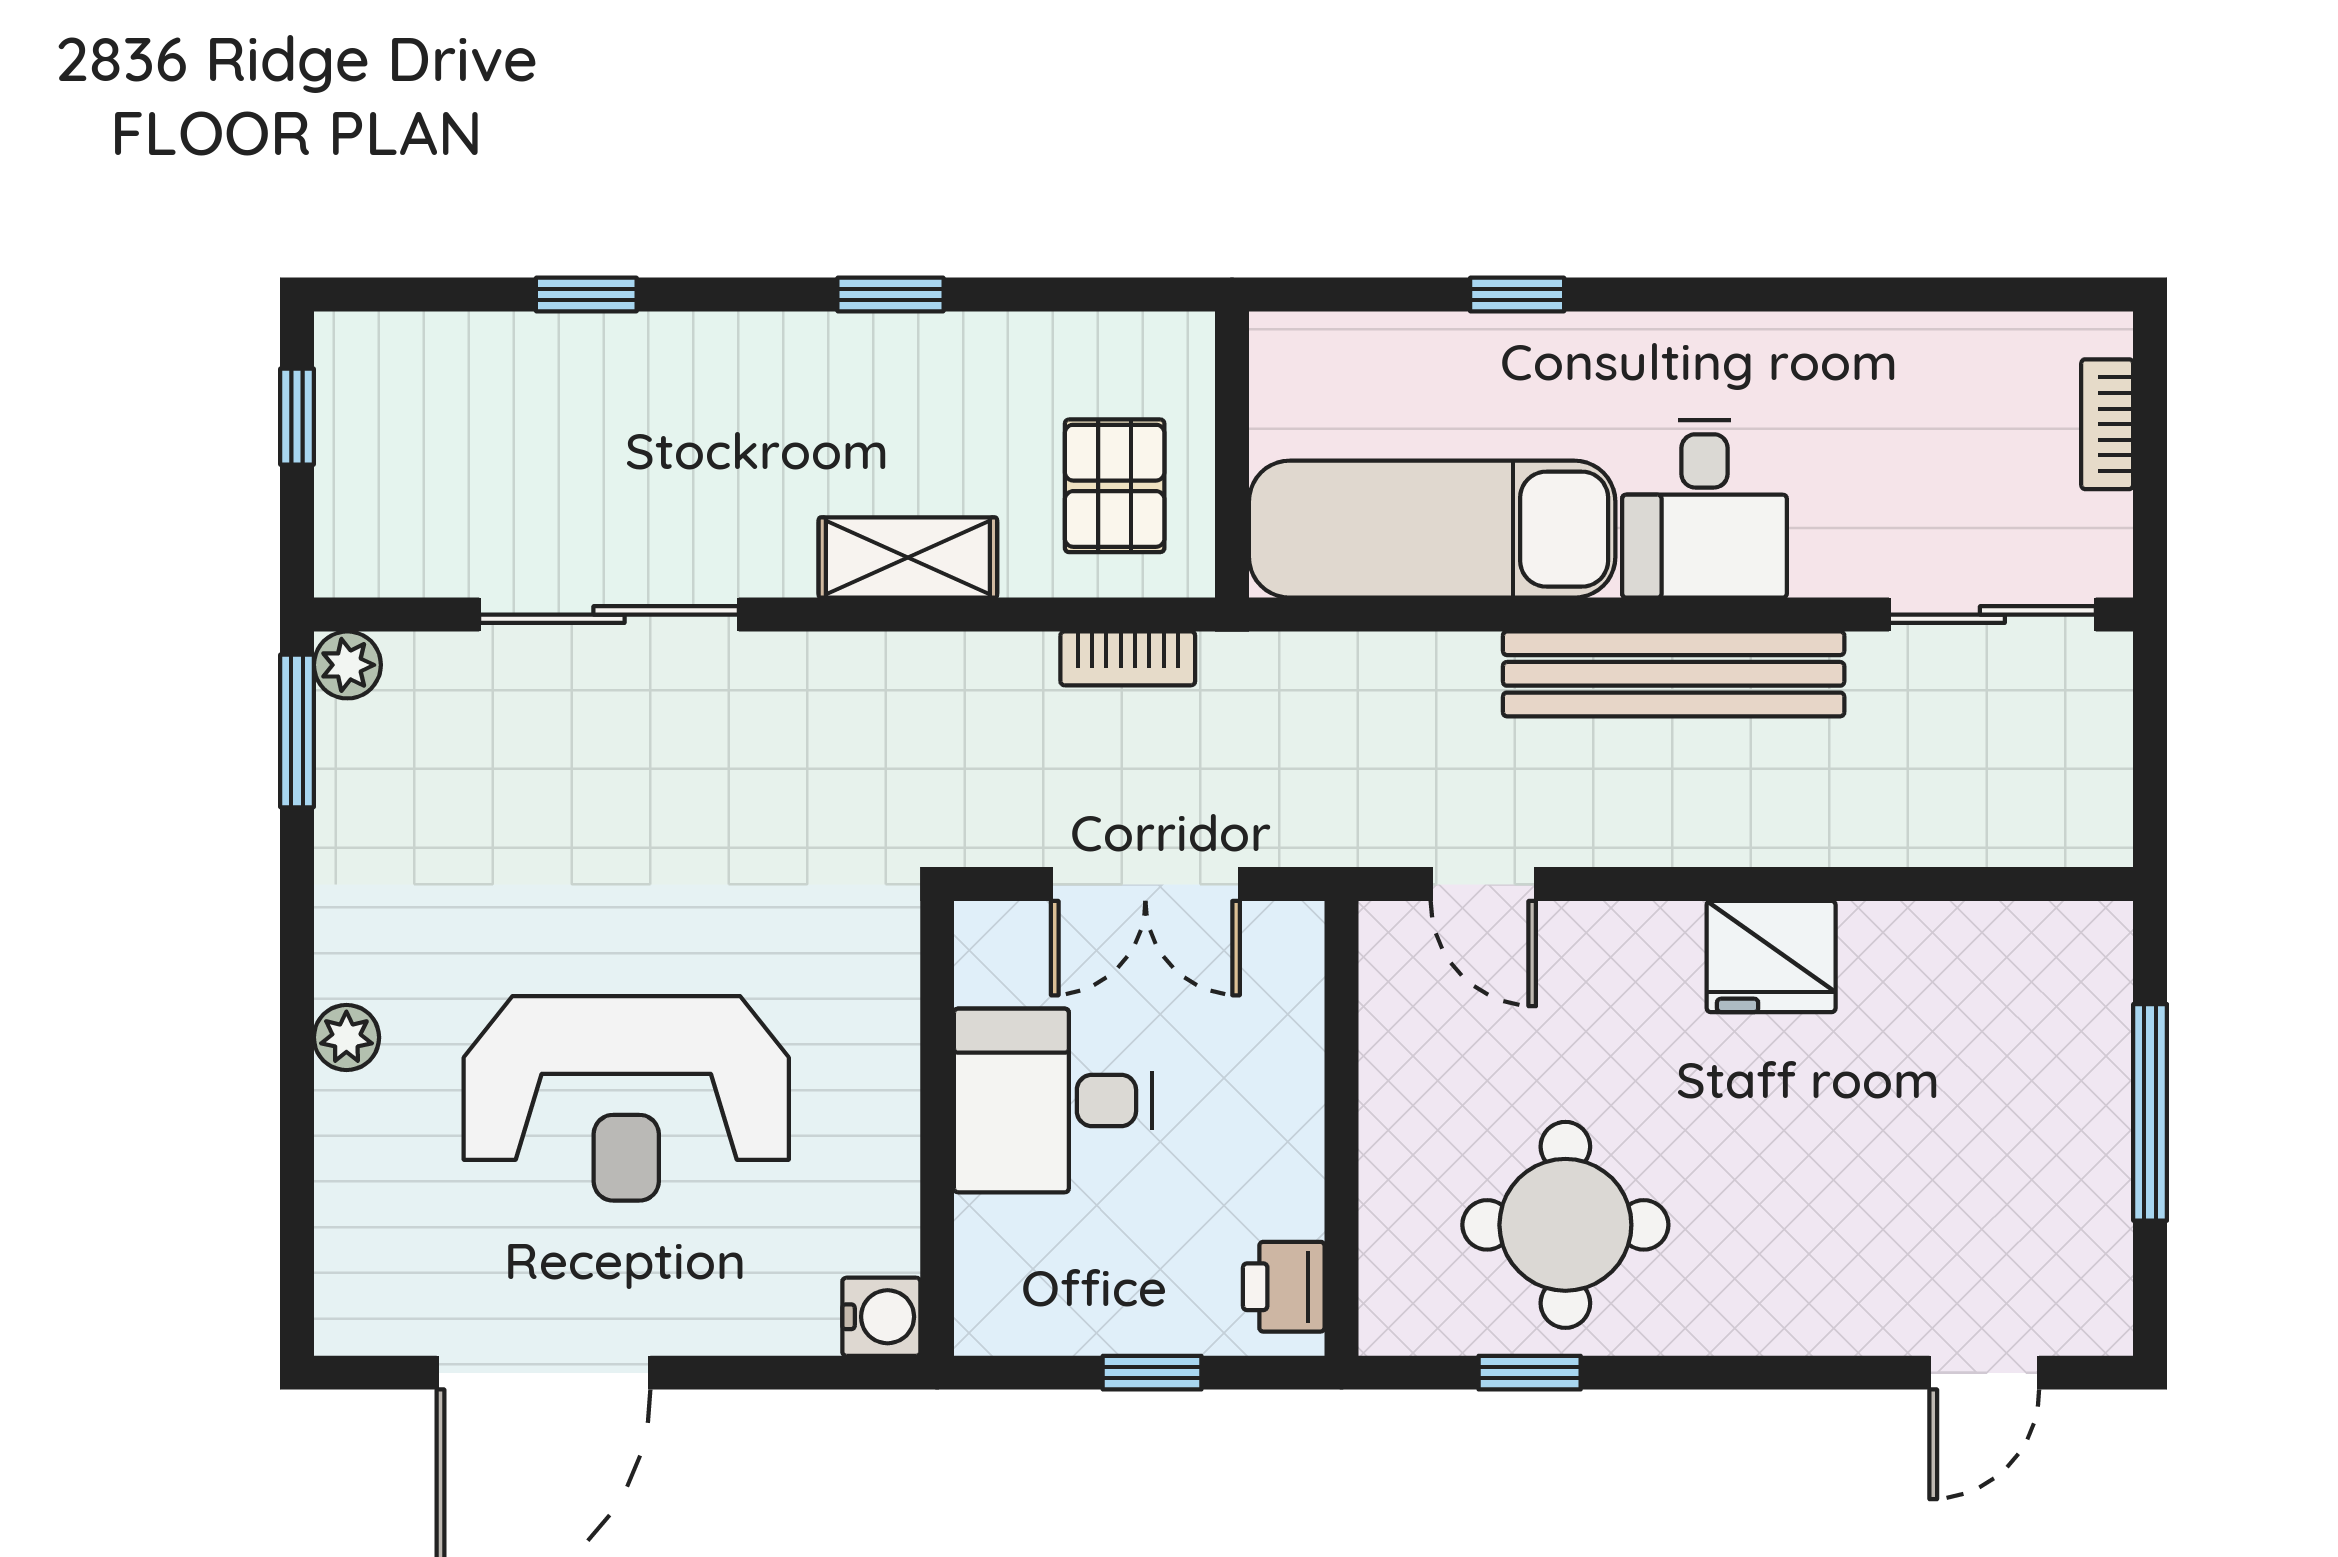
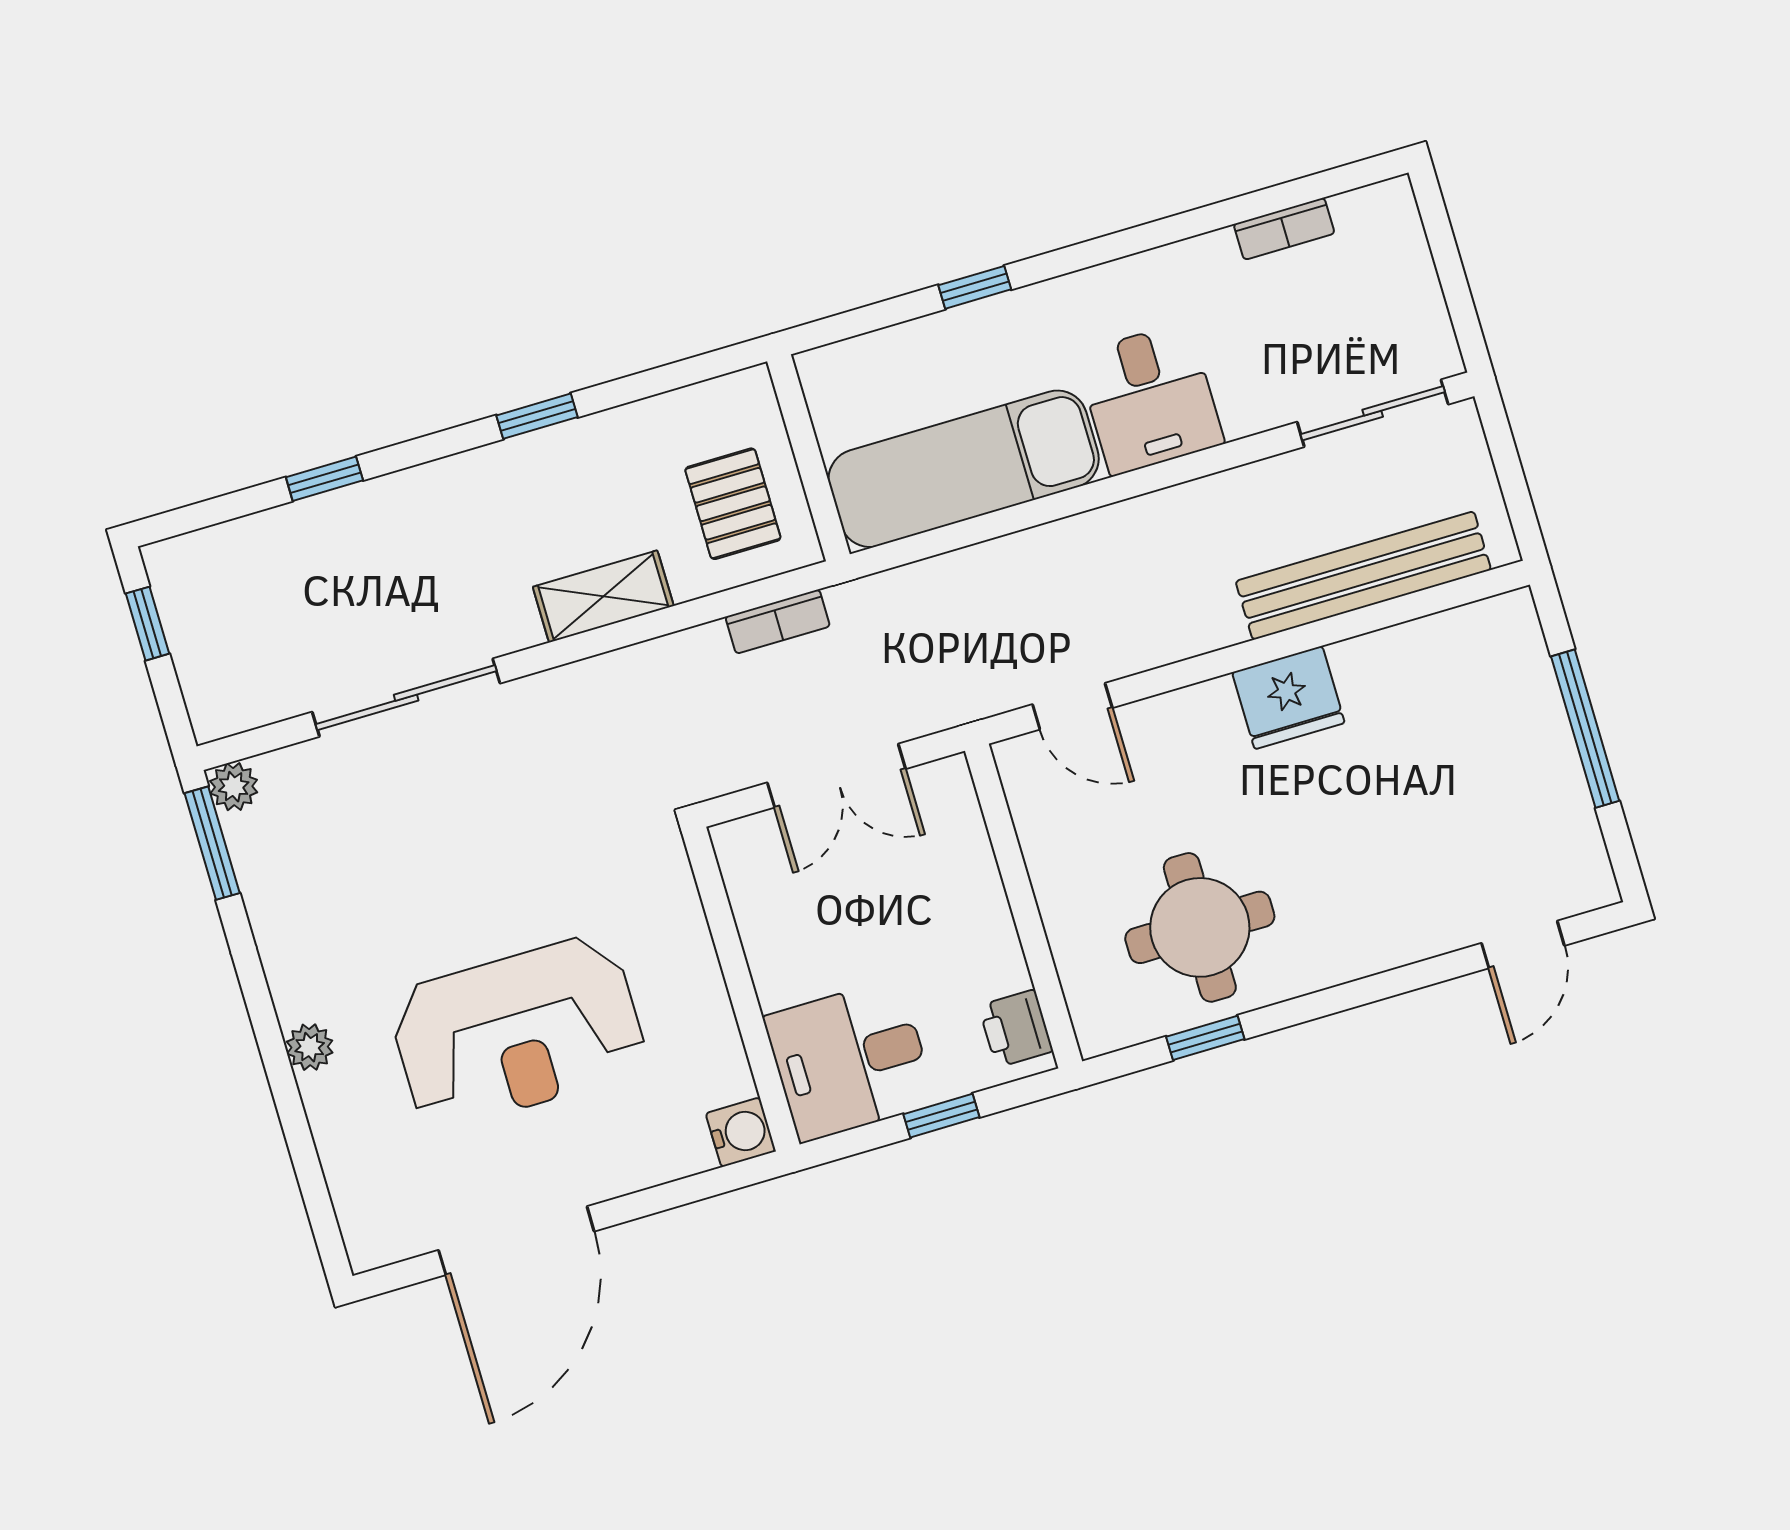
bookcase: (2107, 424) -> (1284, 229), moved, turned -90
bench: (1674, 674) -> (1363, 576), moved
desk: (1053, 1100) -> (850, 1060), moved

